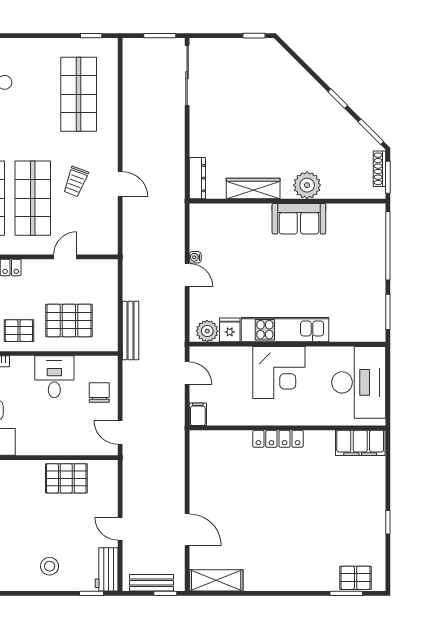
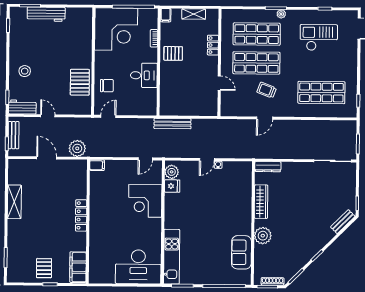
bench: (283, 58) -> (343, 222), added
sofa: (299, 219) -> (241, 252), moved
pallet: (69, 320) -> (179, 85), removed
kitchen unit: (285, 330) -> (172, 257), moved
pallet: (19, 331) -> (173, 53), turned 90
corner desk: (279, 373) -> (145, 201), moved
chair: (99, 392) -> (107, 86), moved
filing cabinet: (198, 414) -> (97, 165), moved
wall: (287, 428) -> (88, 221), moved
locker: (278, 439) -> (81, 215), moved
filing cabinet: (360, 443) -> (78, 267), moved
plant: (172, 481) -> (77, 148), added
door: (120, 529) -> (48, 116), hinge flipped
door: (187, 530) -> (47, 158), swing flipped
pallet: (356, 578) -> (44, 268), moved
shelving: (216, 580) -> (14, 202), moved

